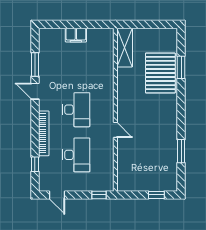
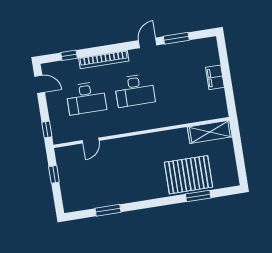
door: (115, 130) -> (91, 141), moved
door: (57, 195) -> (40, 84), swing flipped
window: (156, 195) -> (54, 174), moved

